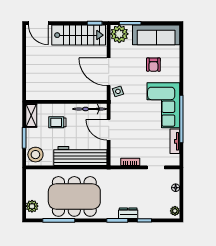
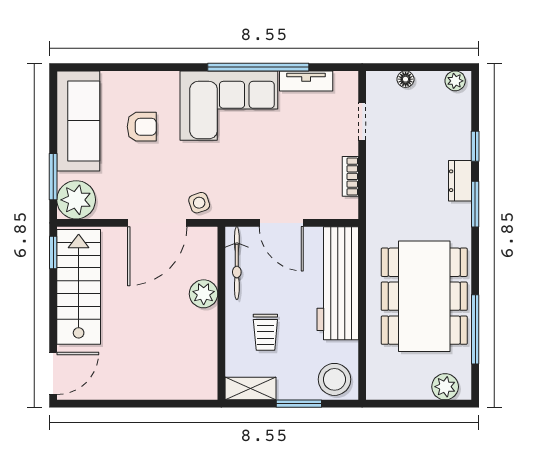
plant: (75, 93) -> (204, 294), added
door: (109, 130) -> (281, 223), hinge flipped

